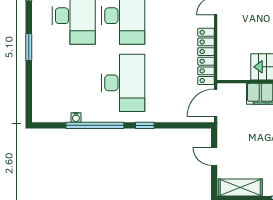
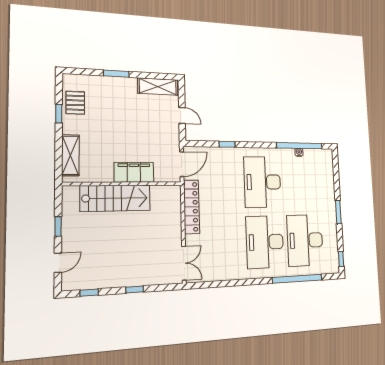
window: (95, 125) -> (299, 146), moved
window: (145, 125) -> (227, 144), moved

